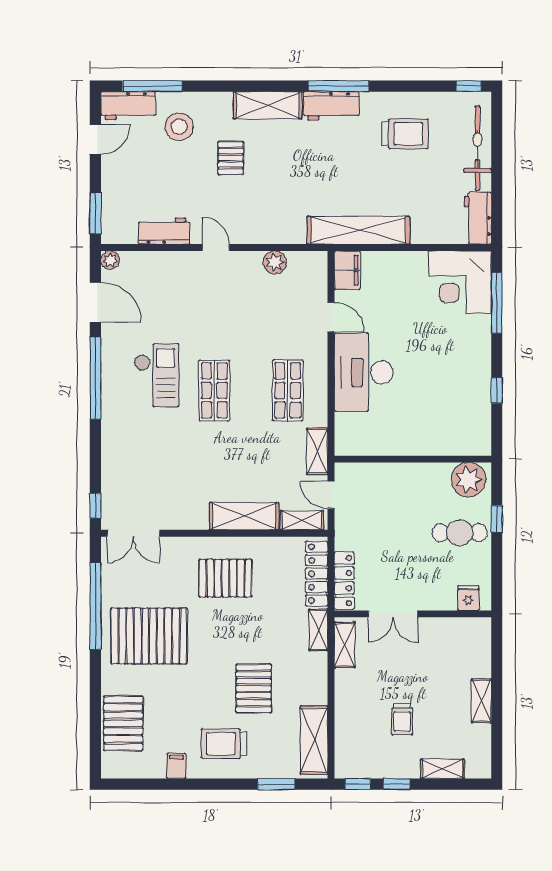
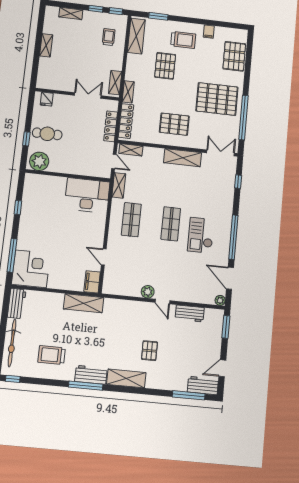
stool: (179, 127) -> (176, 371), removed
shelving: (358, 230) -> (84, 303), width x0.68
plant: (275, 262) -> (148, 292), moved
desk: (364, 372) -> (87, 195), moved, turned -90
window: (95, 506) -> (238, 182), moved
shelving: (244, 516) -> (183, 158), moved
locker: (344, 581) -> (111, 126), moved
trolley: (402, 719) -> (109, 37), moved

